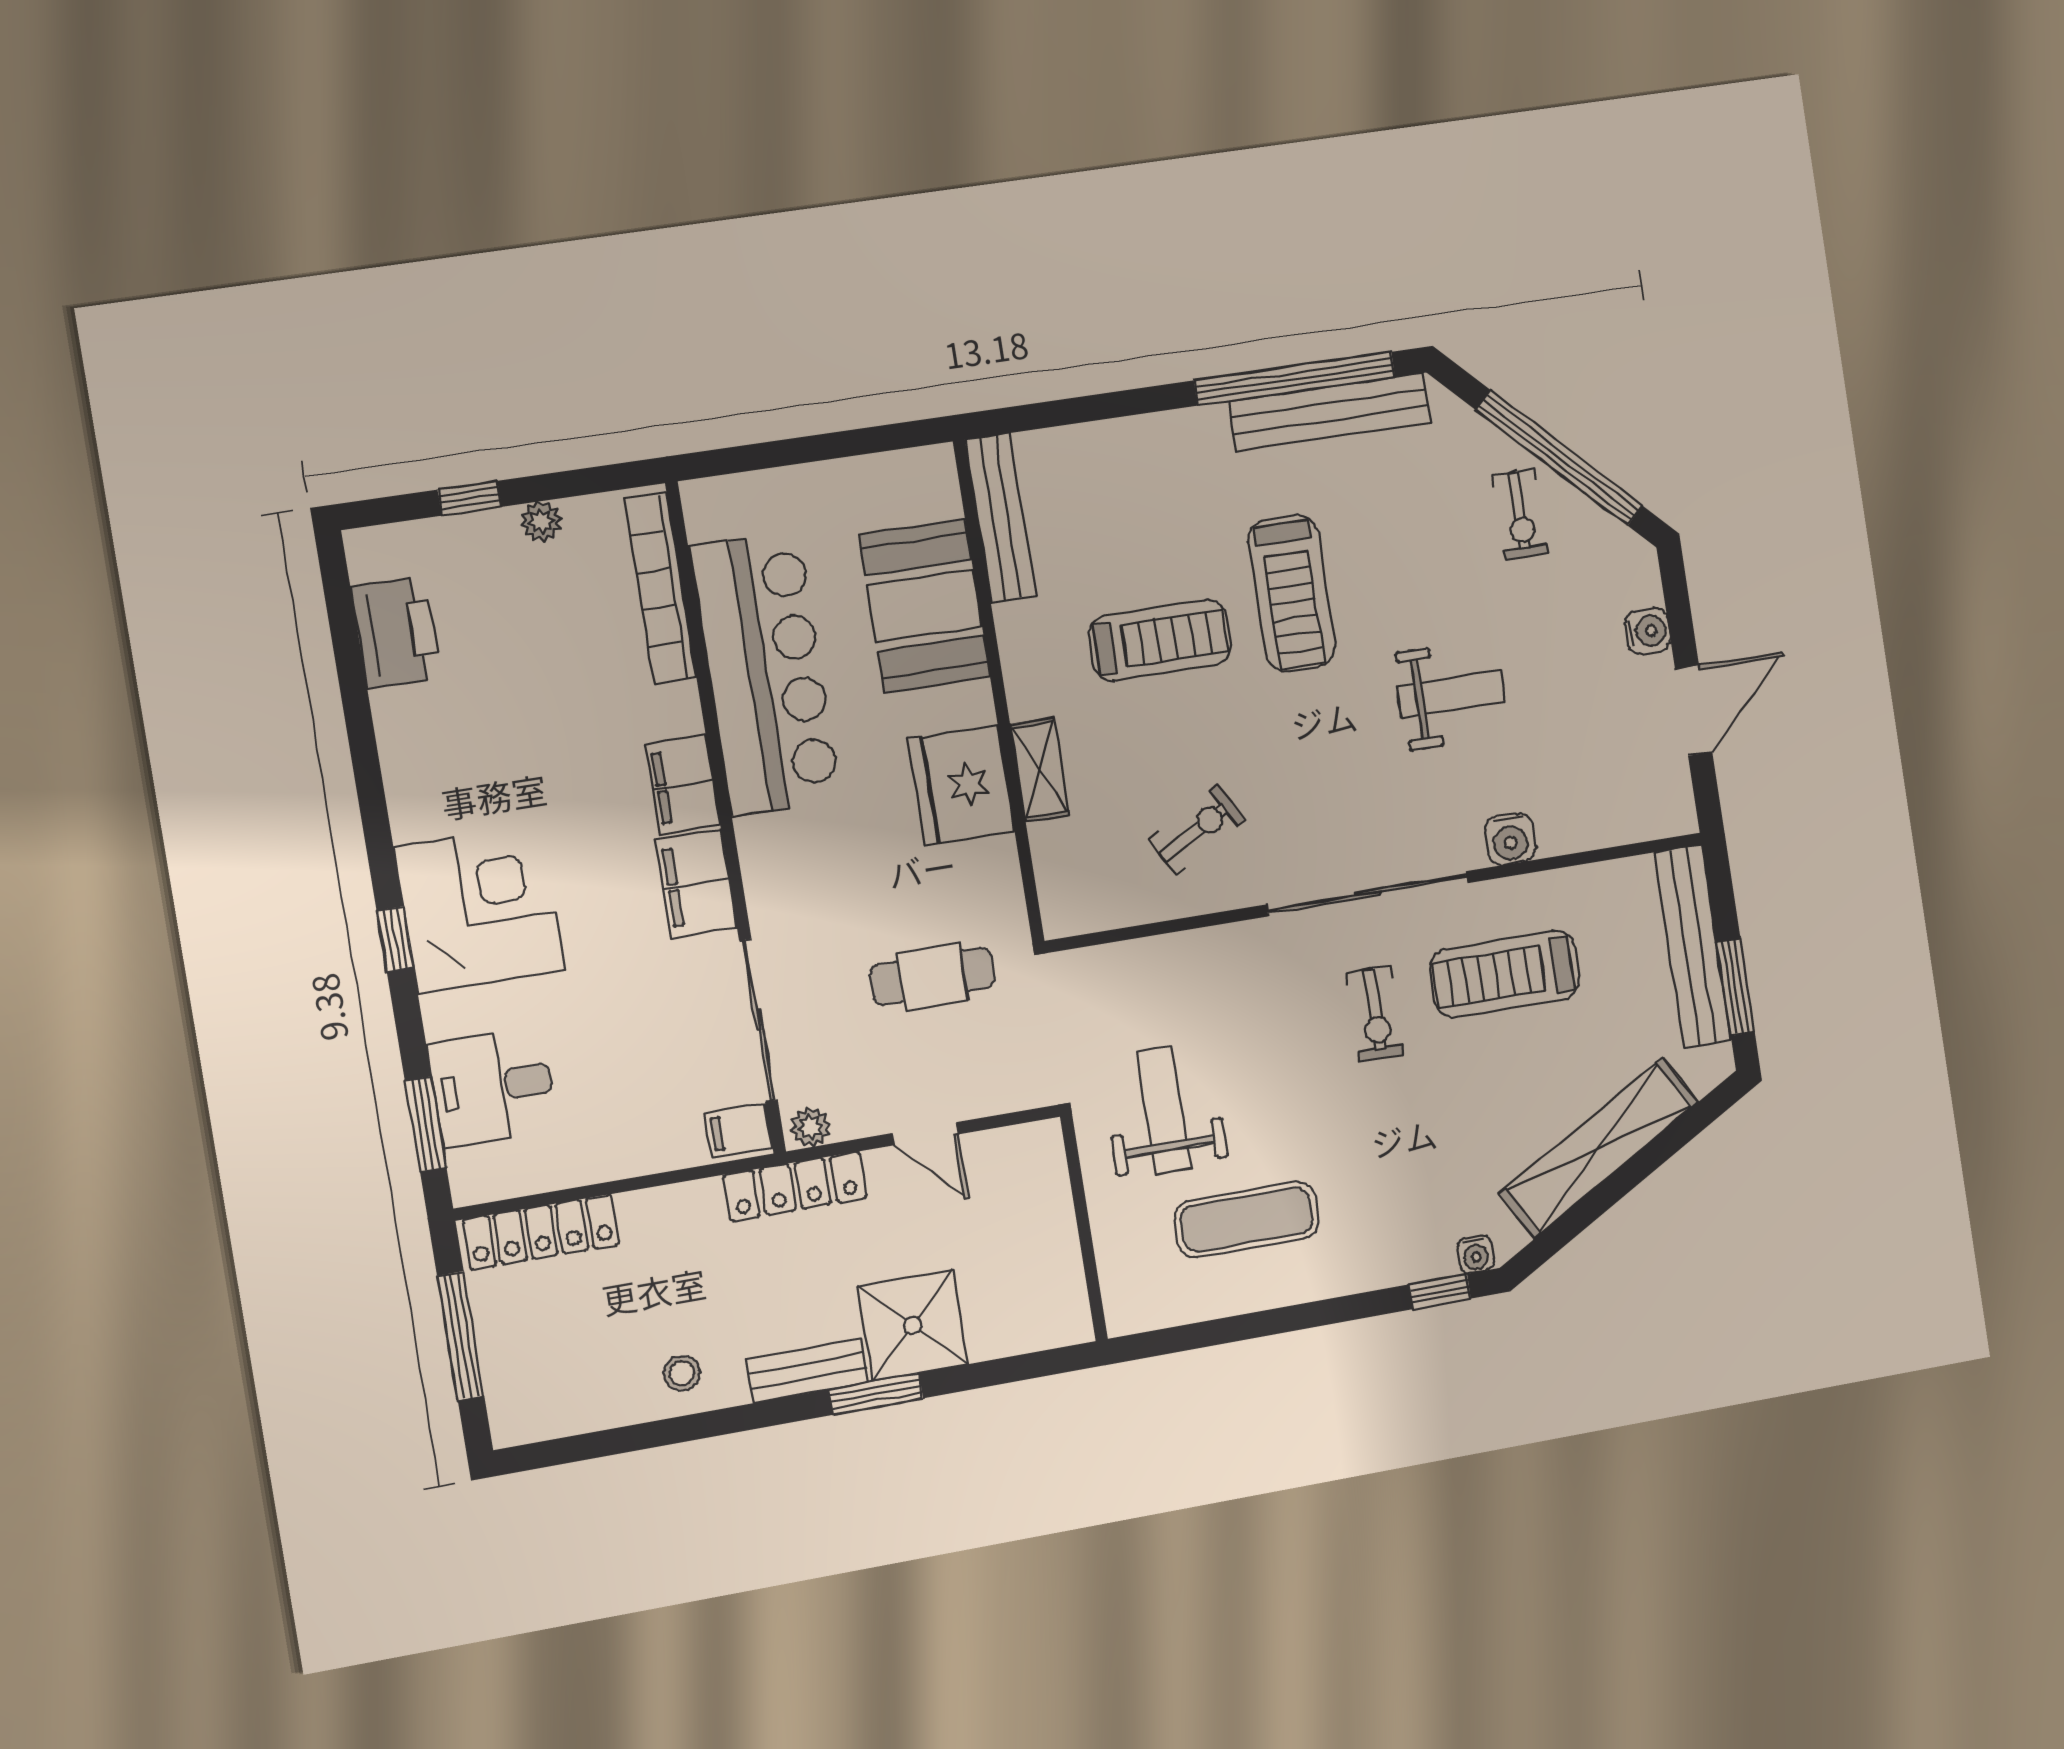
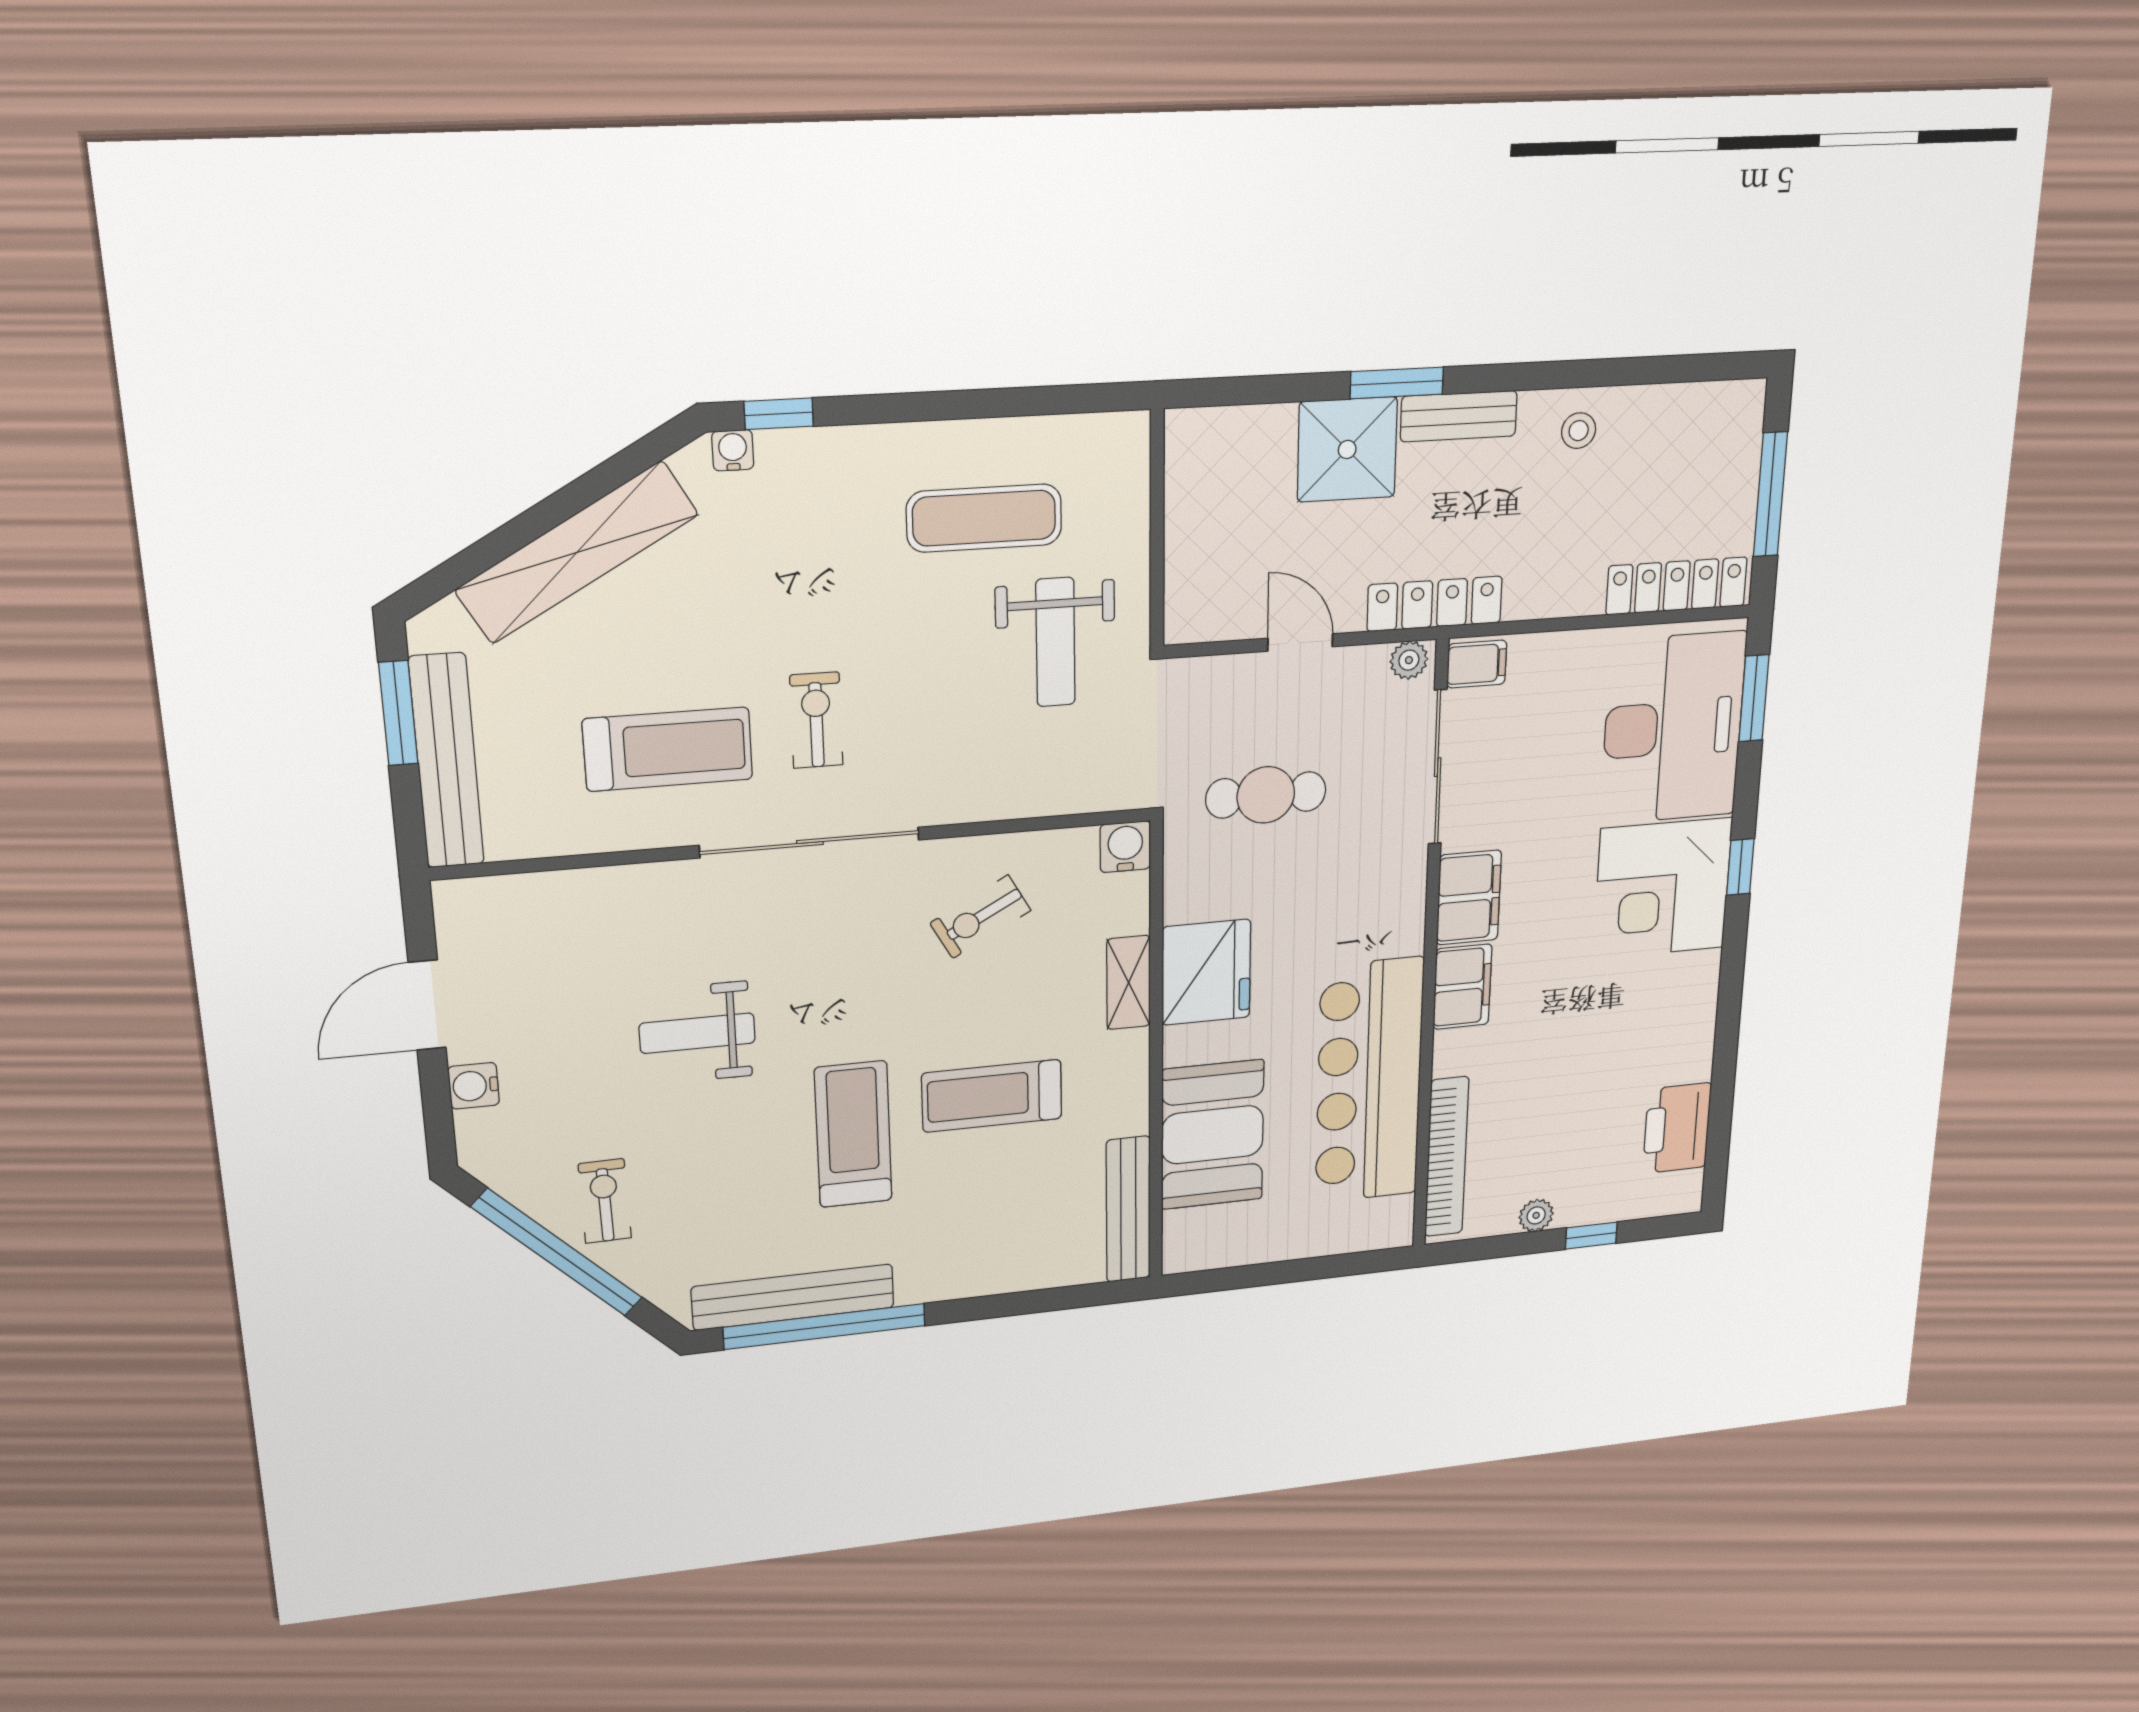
water cooler: (1510, 839) -> (1125, 847), moved
desk: (492, 1087) -> (1673, 728), width x1.87, depth x1.30

